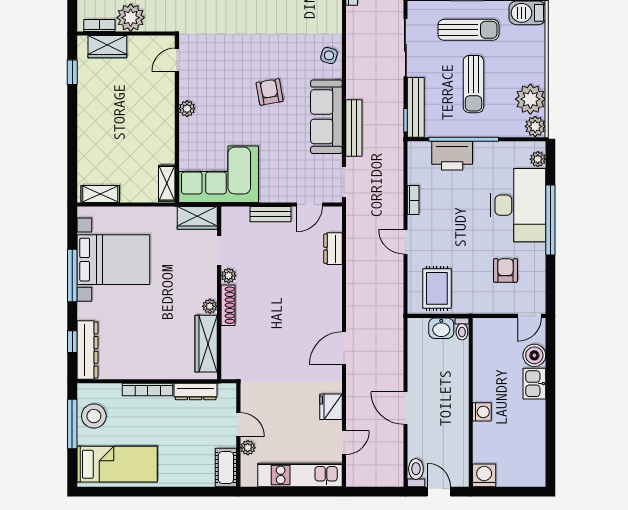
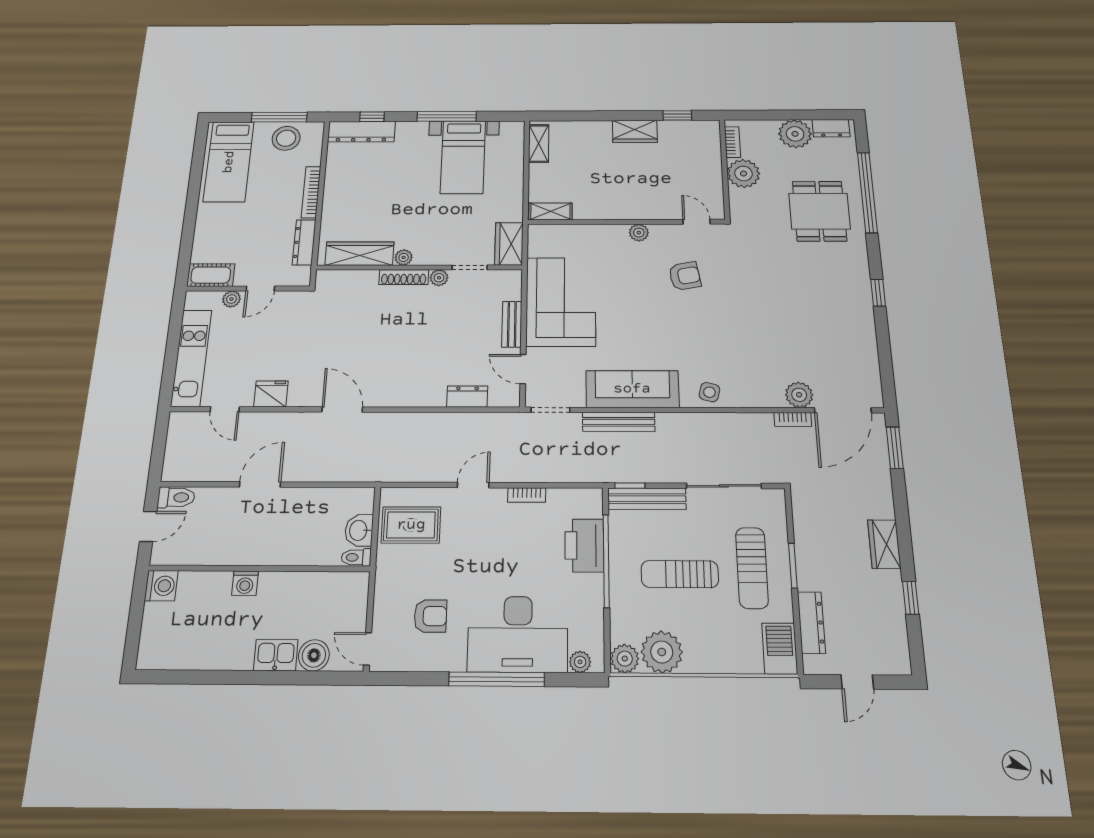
wardrobe: (107, 47) -> (635, 131), moved, turned -90
armchair: (270, 92) -> (685, 276), moved
corner sofa: (219, 174) -> (561, 302), moved
bed with nightstands: (113, 260) -> (463, 157), width x0.73

